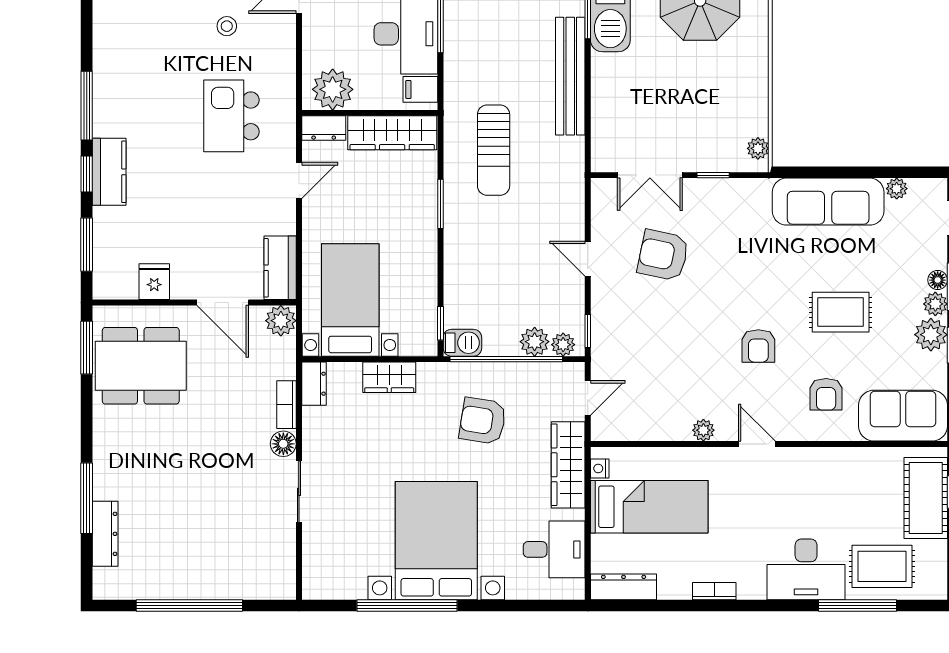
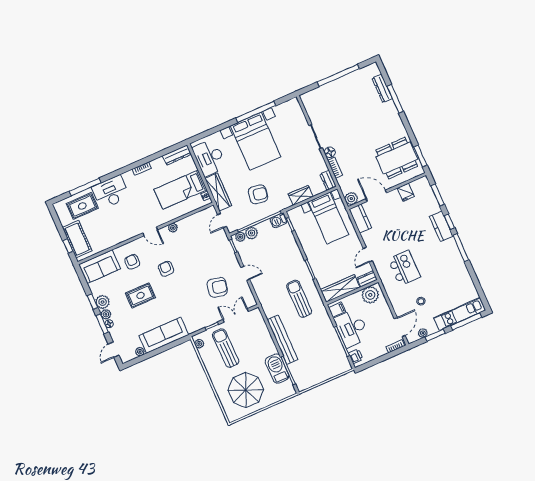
sun lounger: (704, 113) -> (226, 348), added
desk: (554, 549) -> (209, 158), width x1.37

